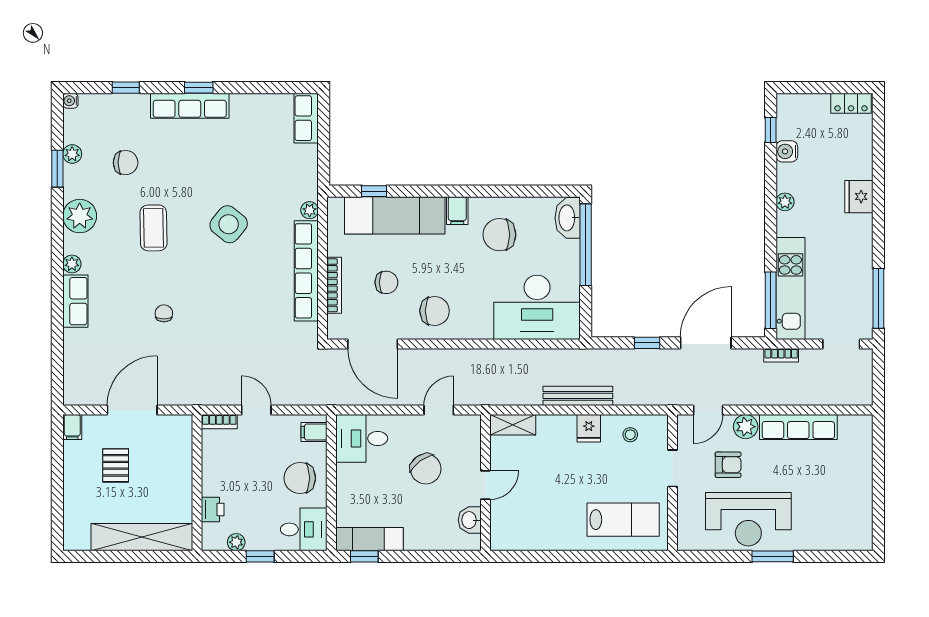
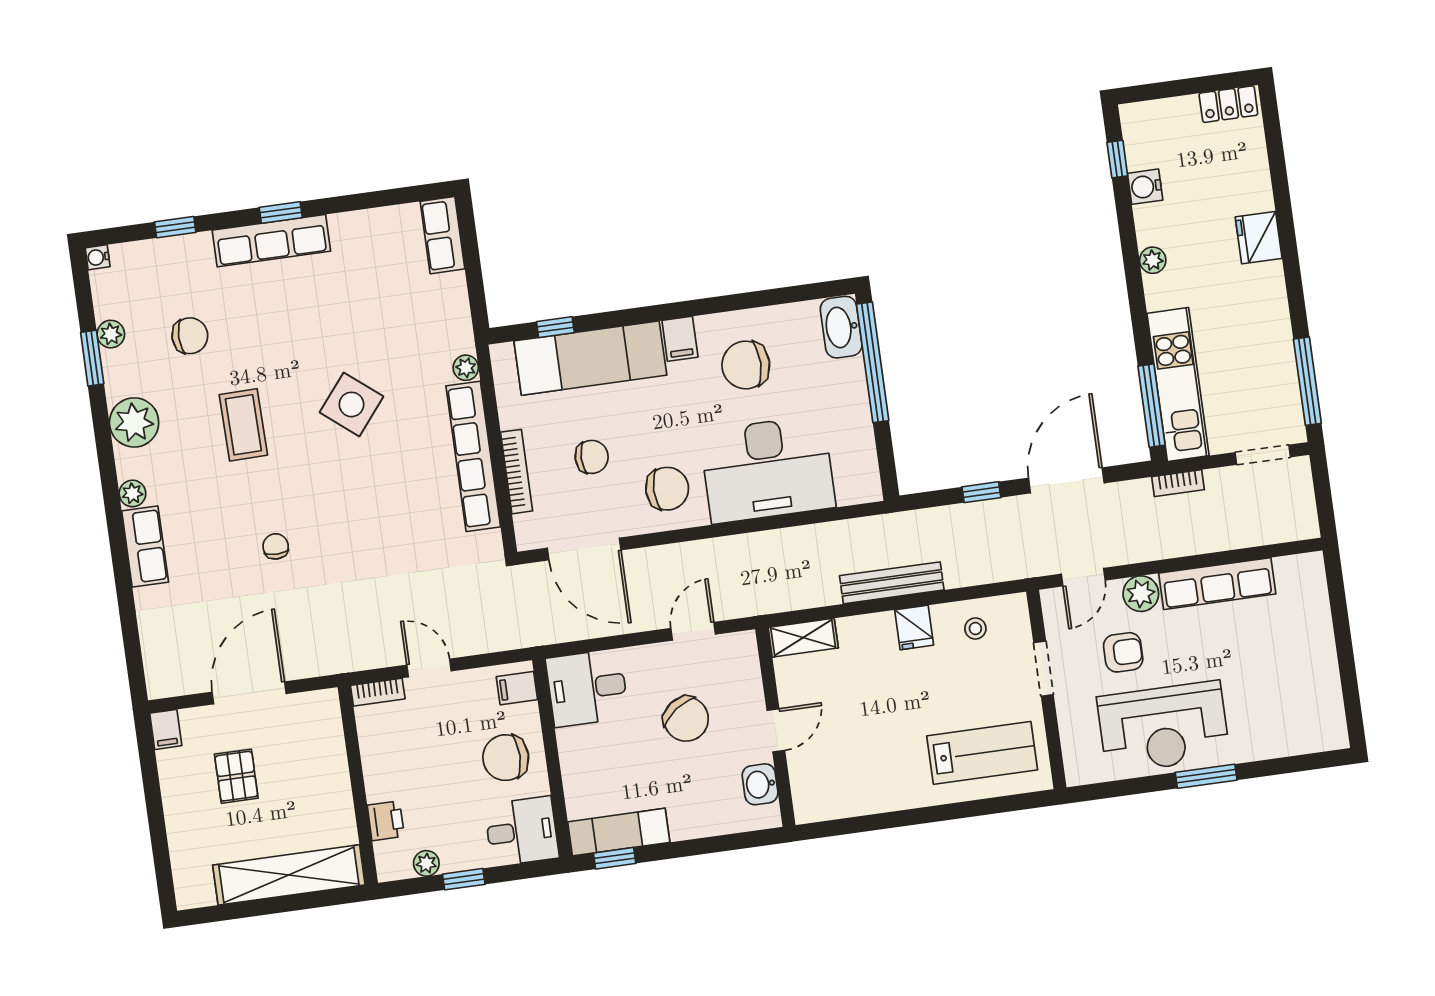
desk: (537, 307) -> (768, 469), moved

